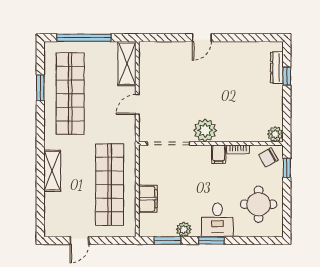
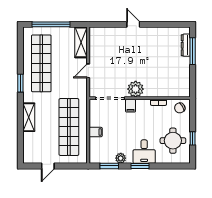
door: (202, 38) -> (133, 24), swing flipped
window: (287, 76) -> (193, 51), width x2.17
window: (40, 88) -> (20, 83), moved
plant: (275, 134) -> (185, 92), removed
filing cabinet: (219, 154) -> (131, 106), moved
window: (287, 168) -> (193, 138), moved
filing cabinet: (148, 199) -> (96, 132), width x0.50

